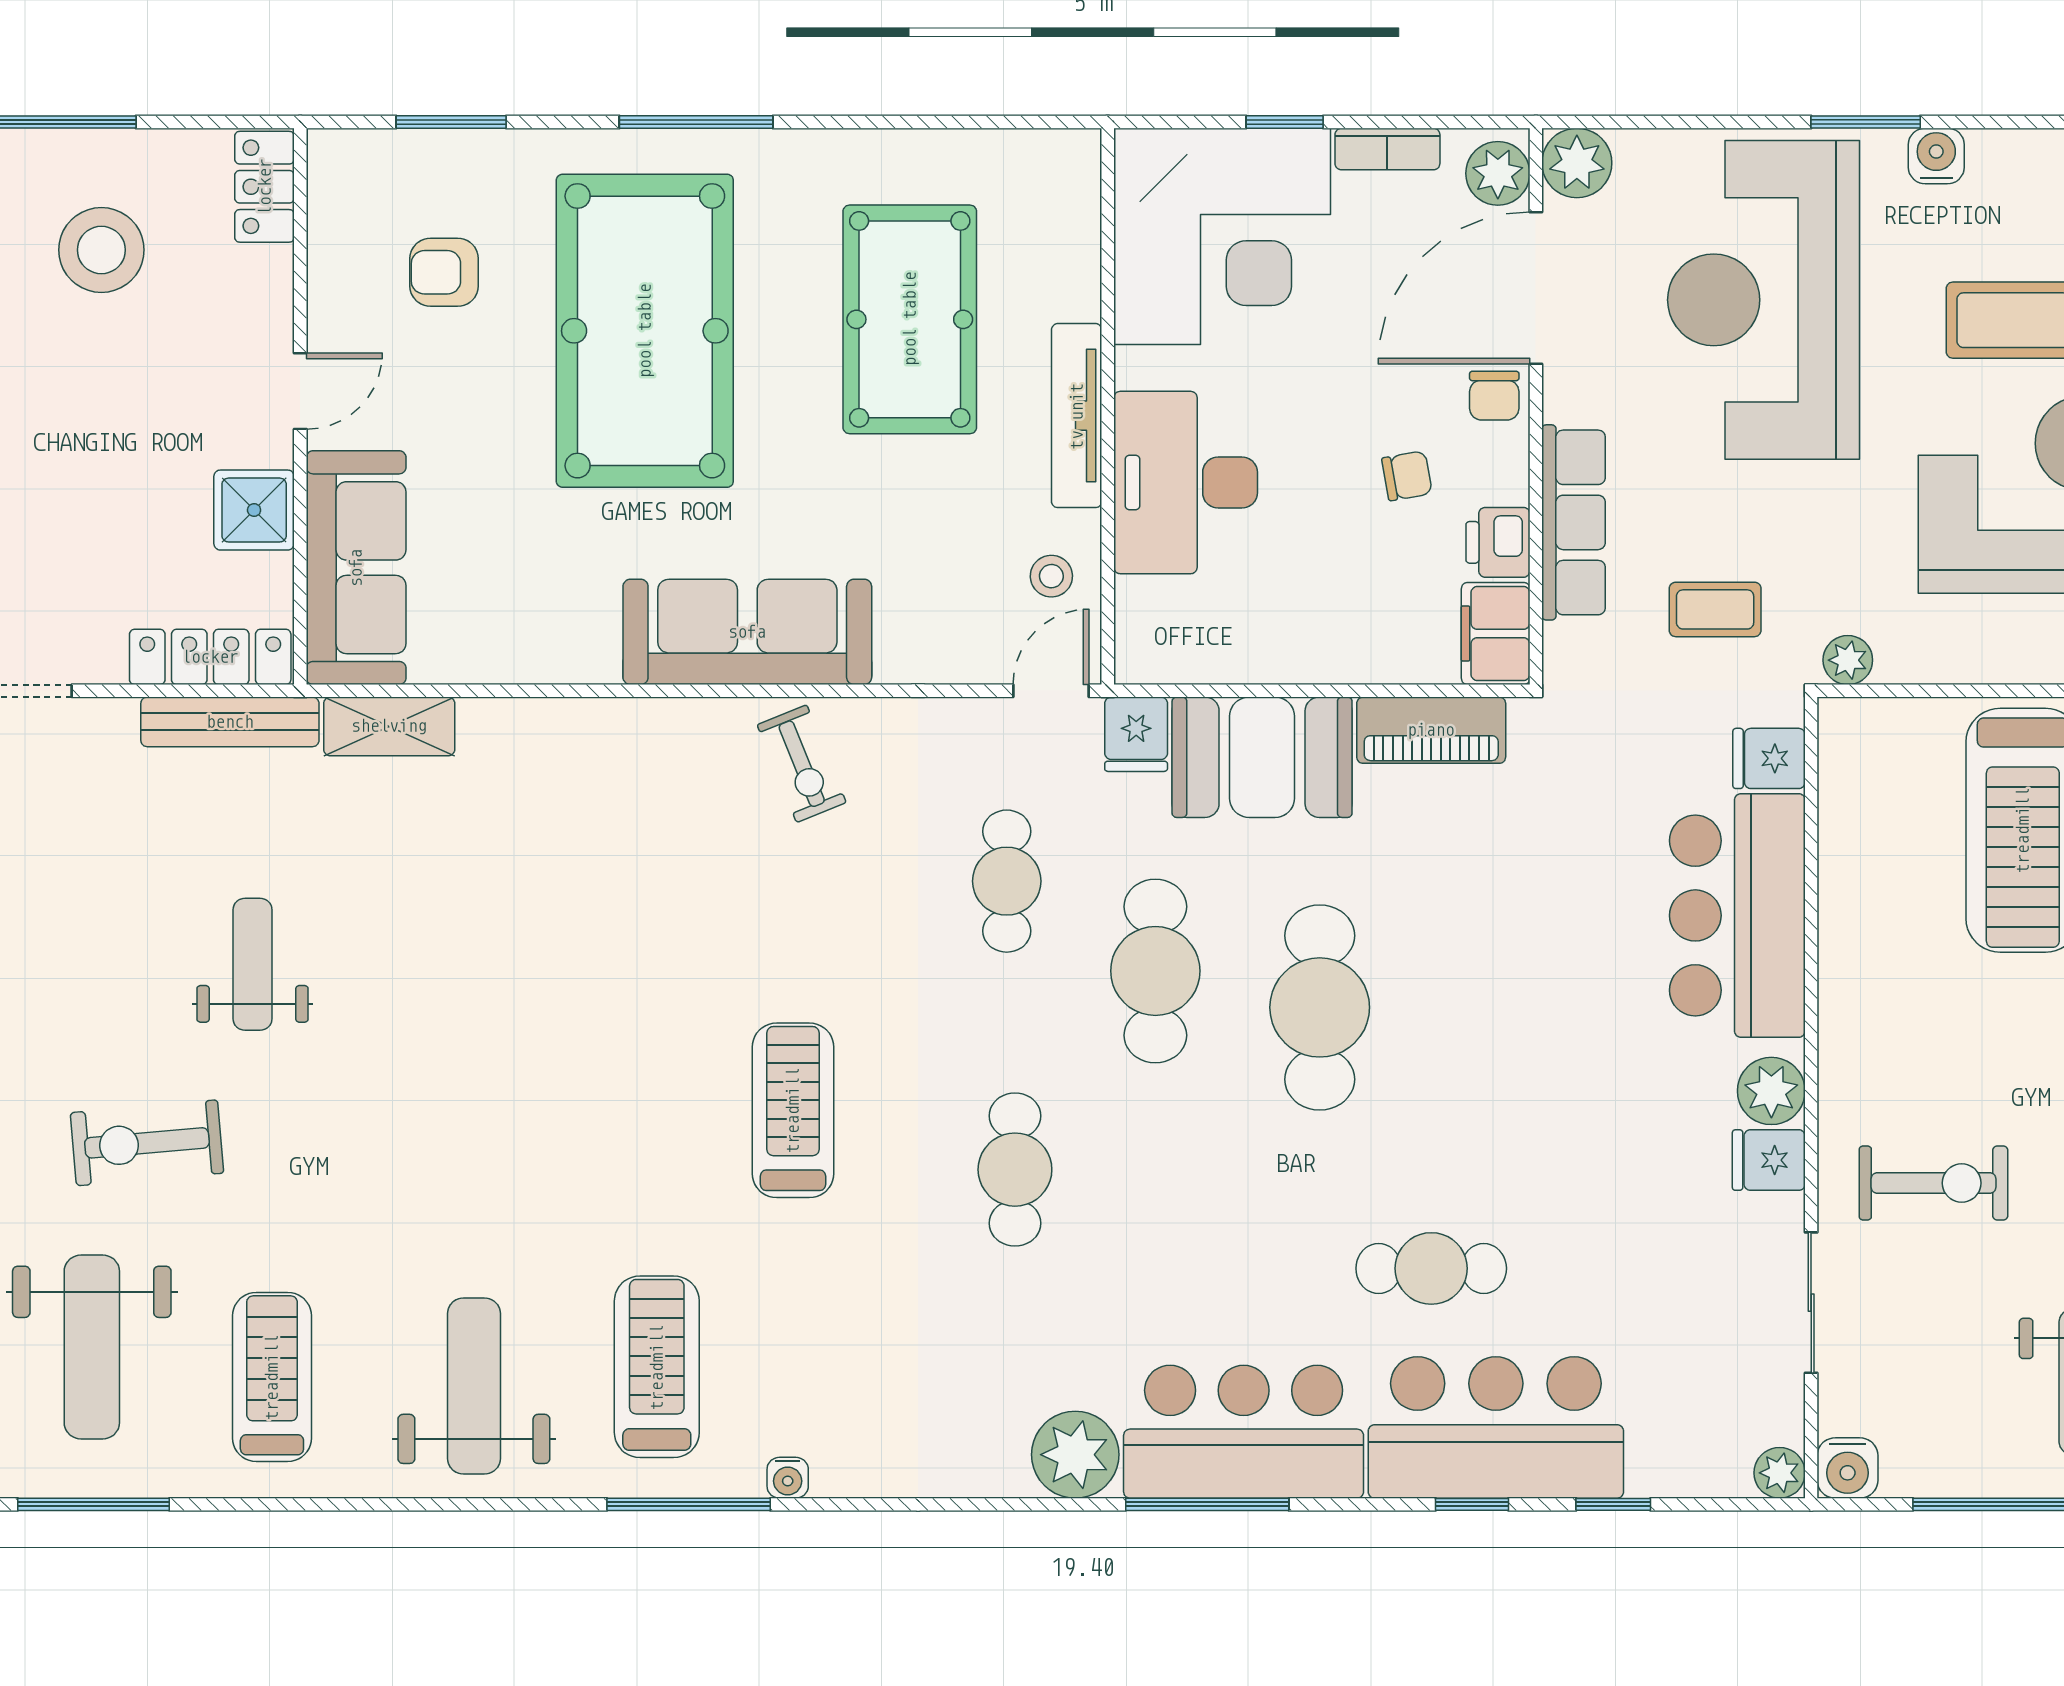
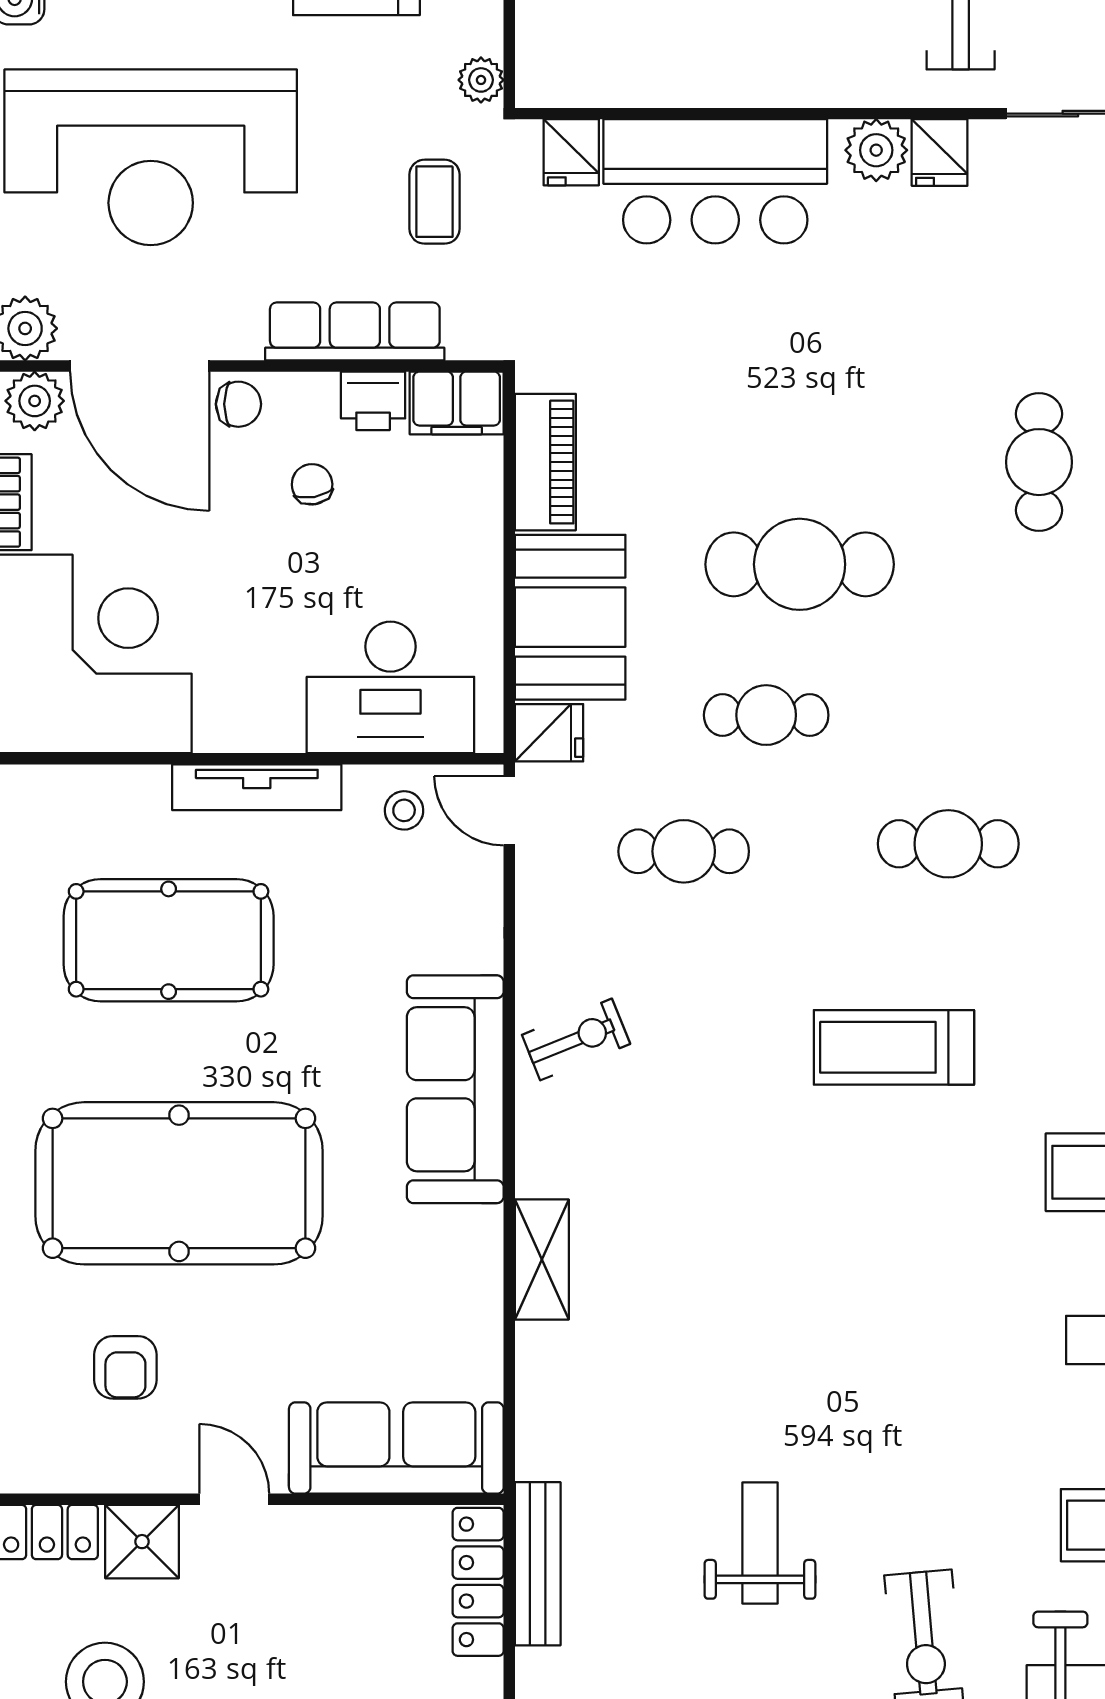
desk: (1186, 483) -> (390, 687), moved
shower: (254, 510) -> (142, 1542), moved
shelving: (389, 726) -> (542, 1260), moved
weight bench: (253, 964) -> (760, 1543), turned 90
cafe table: (1155, 971) -> (766, 715), width x0.73, depth x0.74

